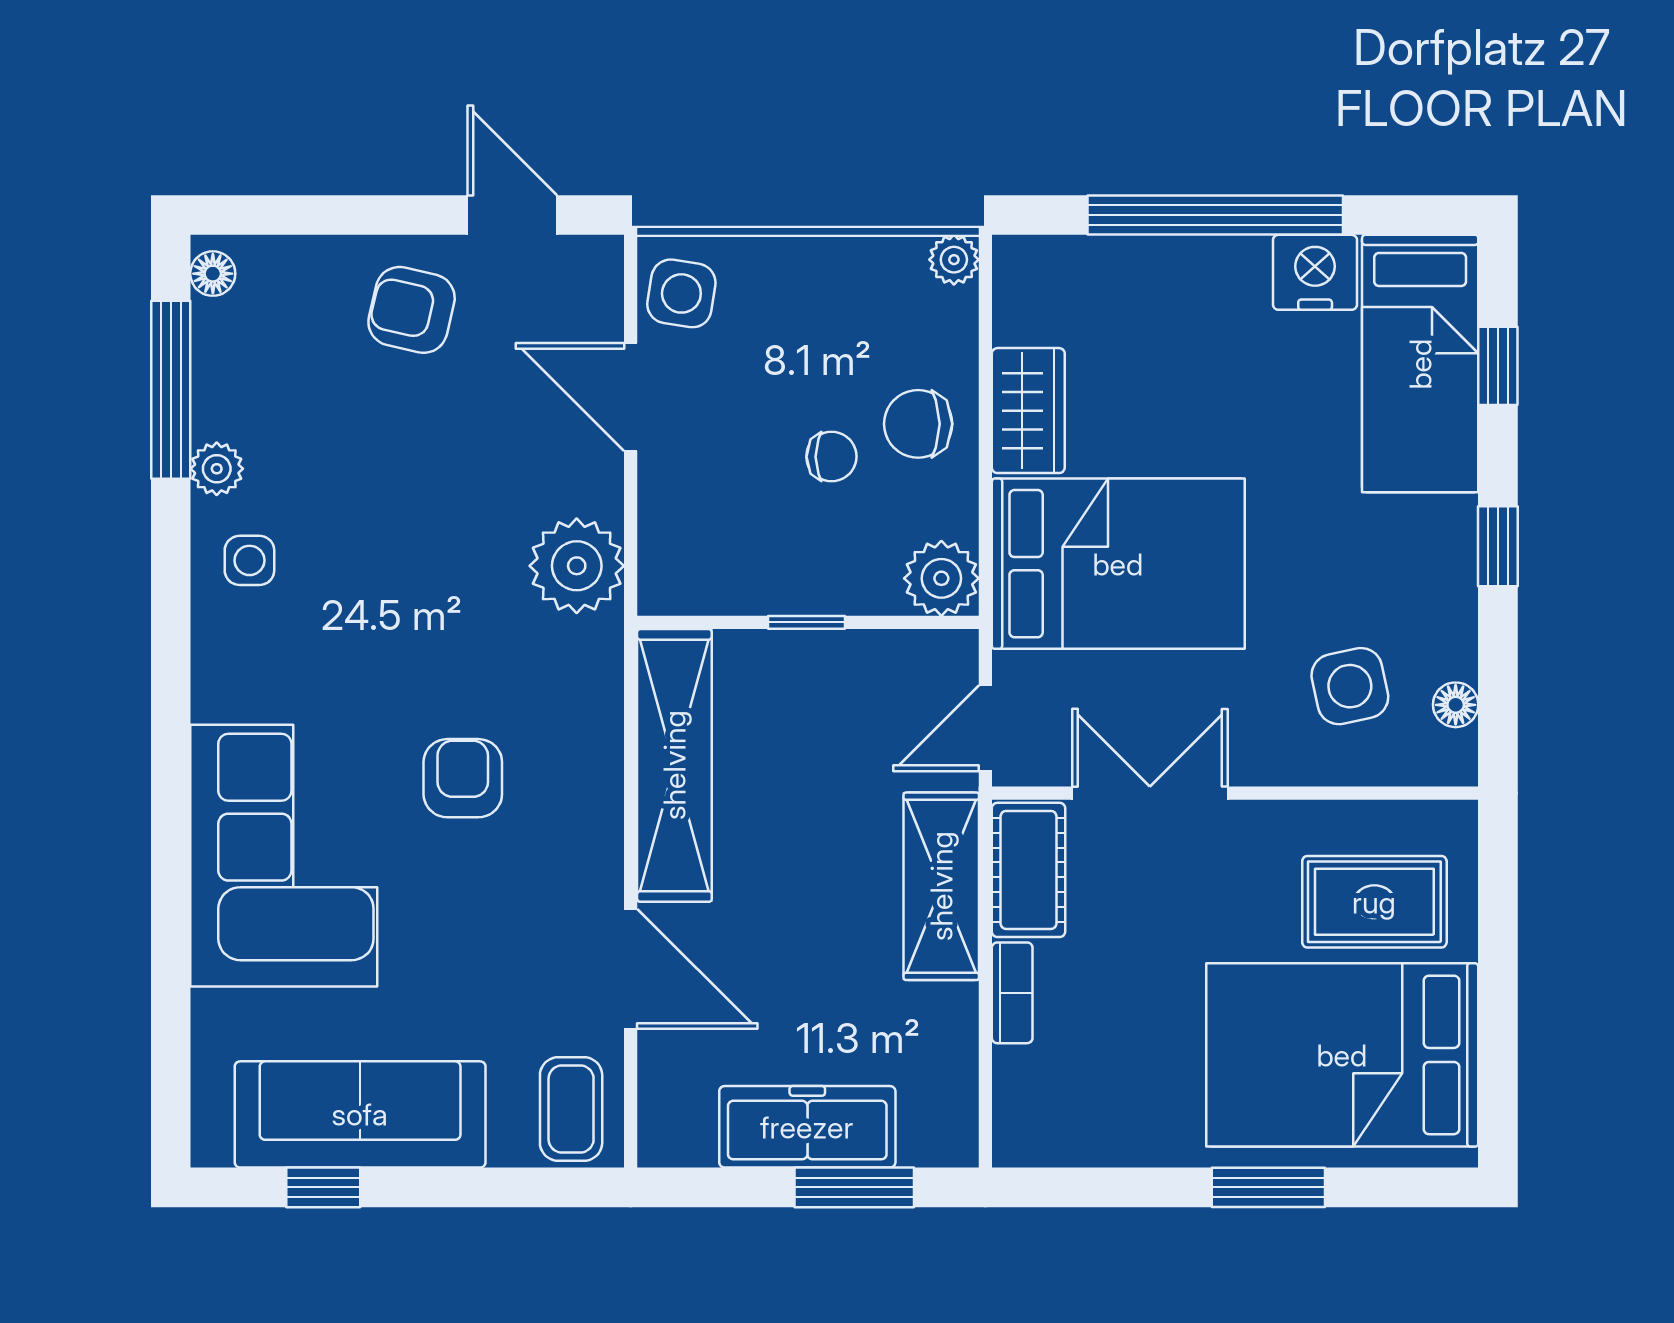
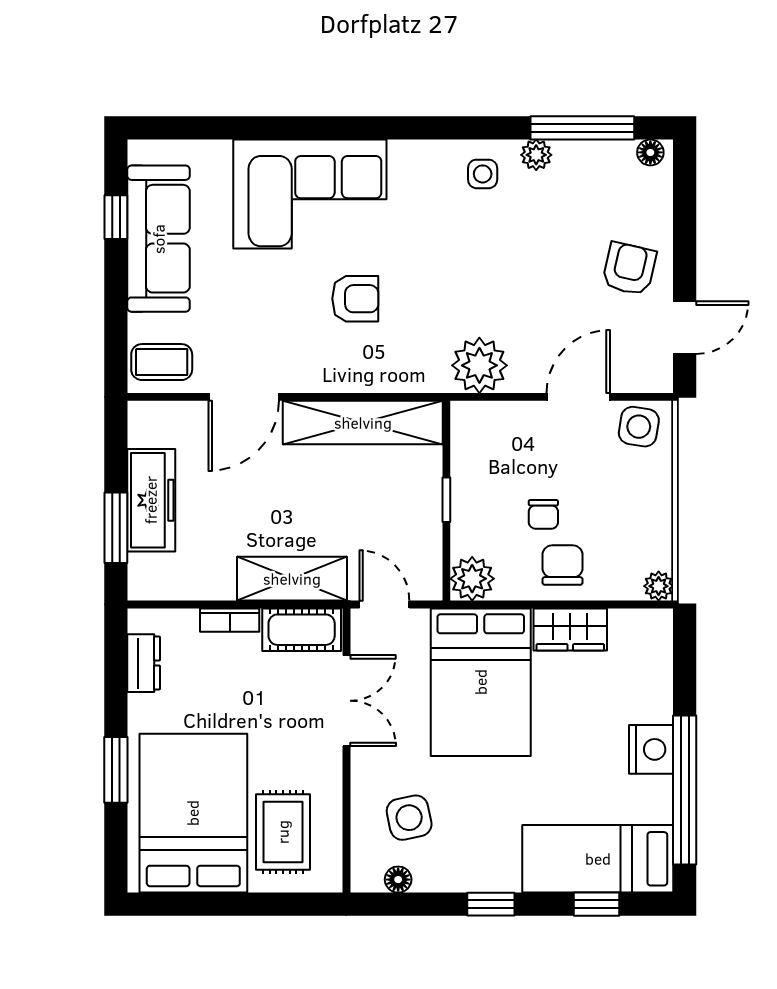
window: (1215, 215) -> (685, 790), moved
nightstand: (1315, 272) -> (651, 749), moved
dresser: (1086, 1140) -> (144, 663), added

